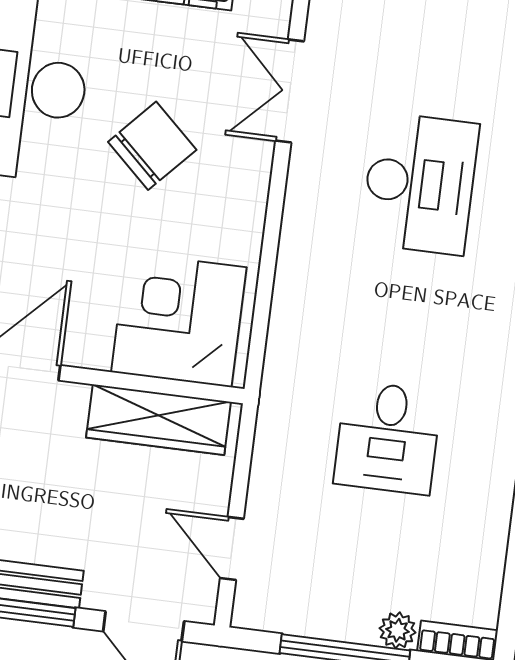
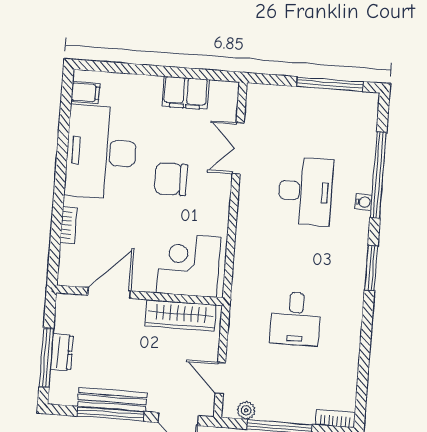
chair: (152, 146) -> (171, 179), turned -133
plant: (398, 630) -> (246, 410), moved

